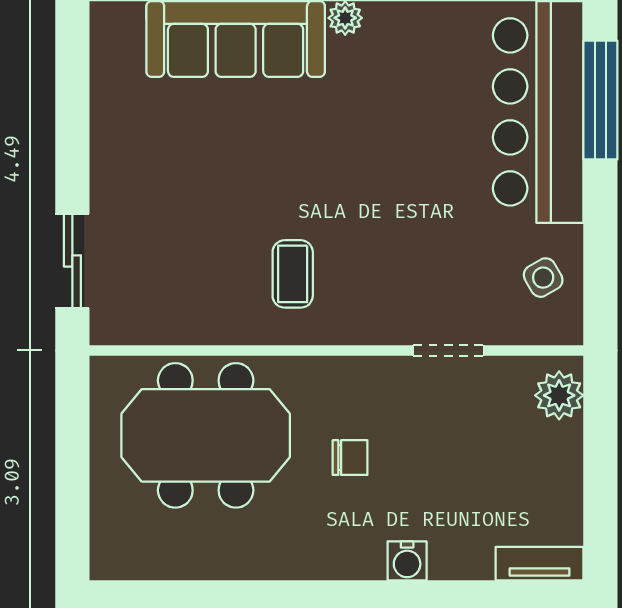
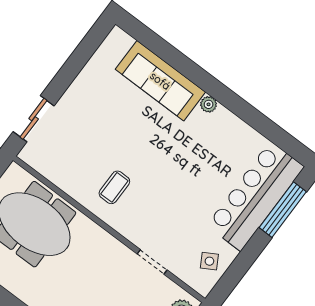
chair: (350, 458) -> (83, 274), removed

